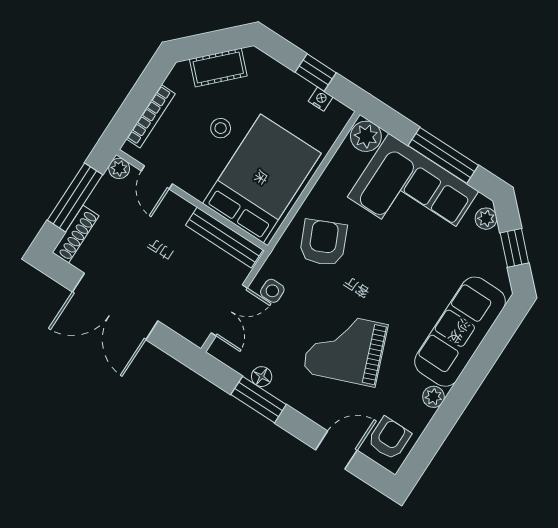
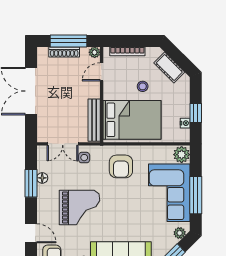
shoe rack: (76, 234) -> (64, 52), moved
armchair: (323, 243) -> (121, 166), turned 114
grand piano: (345, 348) -> (80, 207), turned 111

